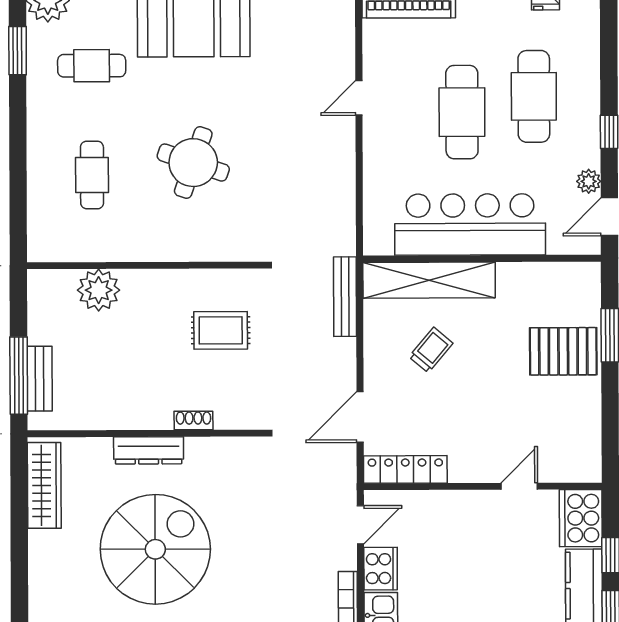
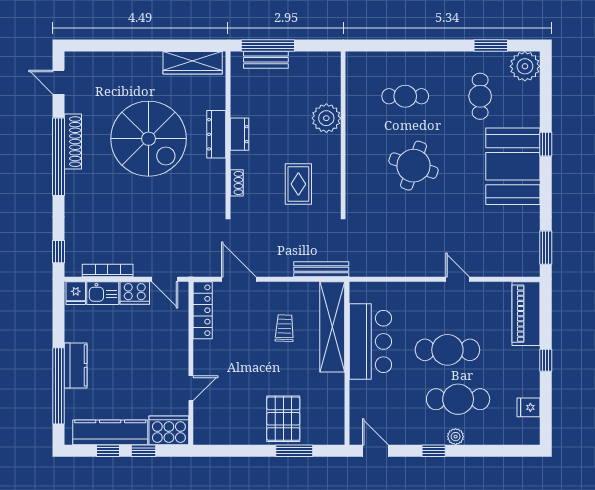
plant: (589, 181) -> (456, 437), moved
bar counter: (470, 224) -> (370, 341), width x0.73
plant: (99, 290) -> (326, 118), moved
trolley: (431, 350) -> (284, 328), turned -128
dresser: (148, 417) -> (239, 134), added
shoe rack: (194, 420) -> (237, 183), moved
door: (519, 486) -> (191, 388), hinge flipped

